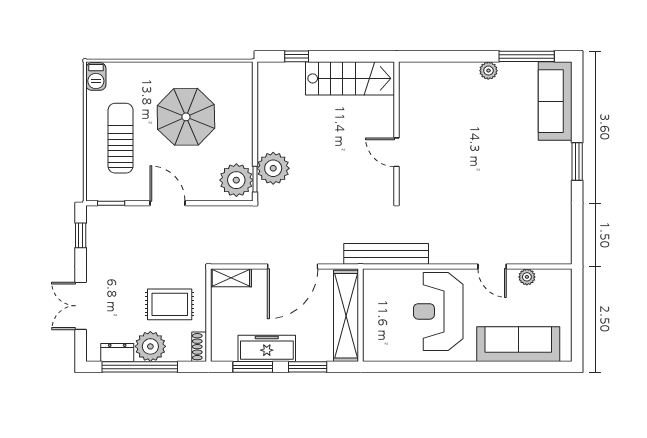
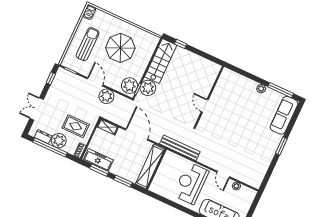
stairs: (350, 78) -> (161, 61), moved, turned -90
plant: (202, 221) -> (106, 96), added
door: (293, 267) -> (137, 134), swing flipped
freezer: (267, 348) -> (98, 160), moved

